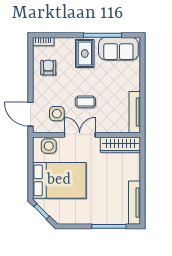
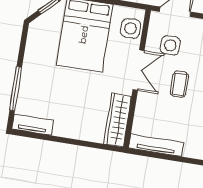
tv unit: (135, 203) -> (33, 125), width x0.71

